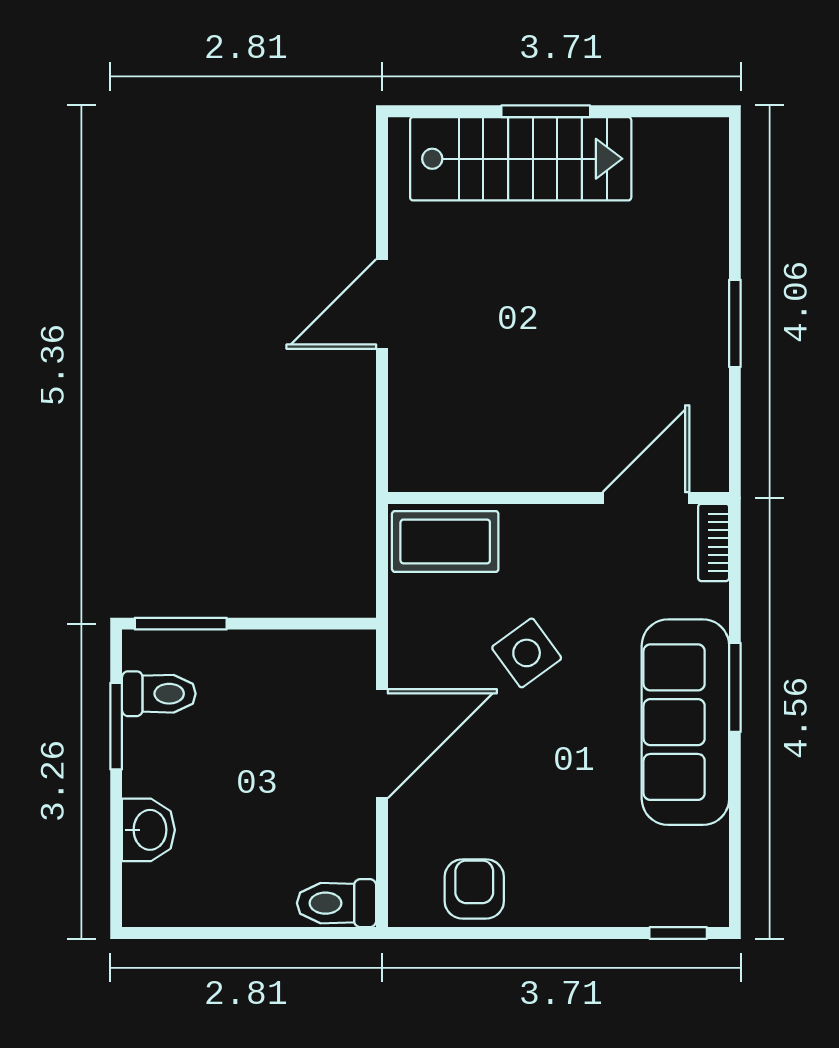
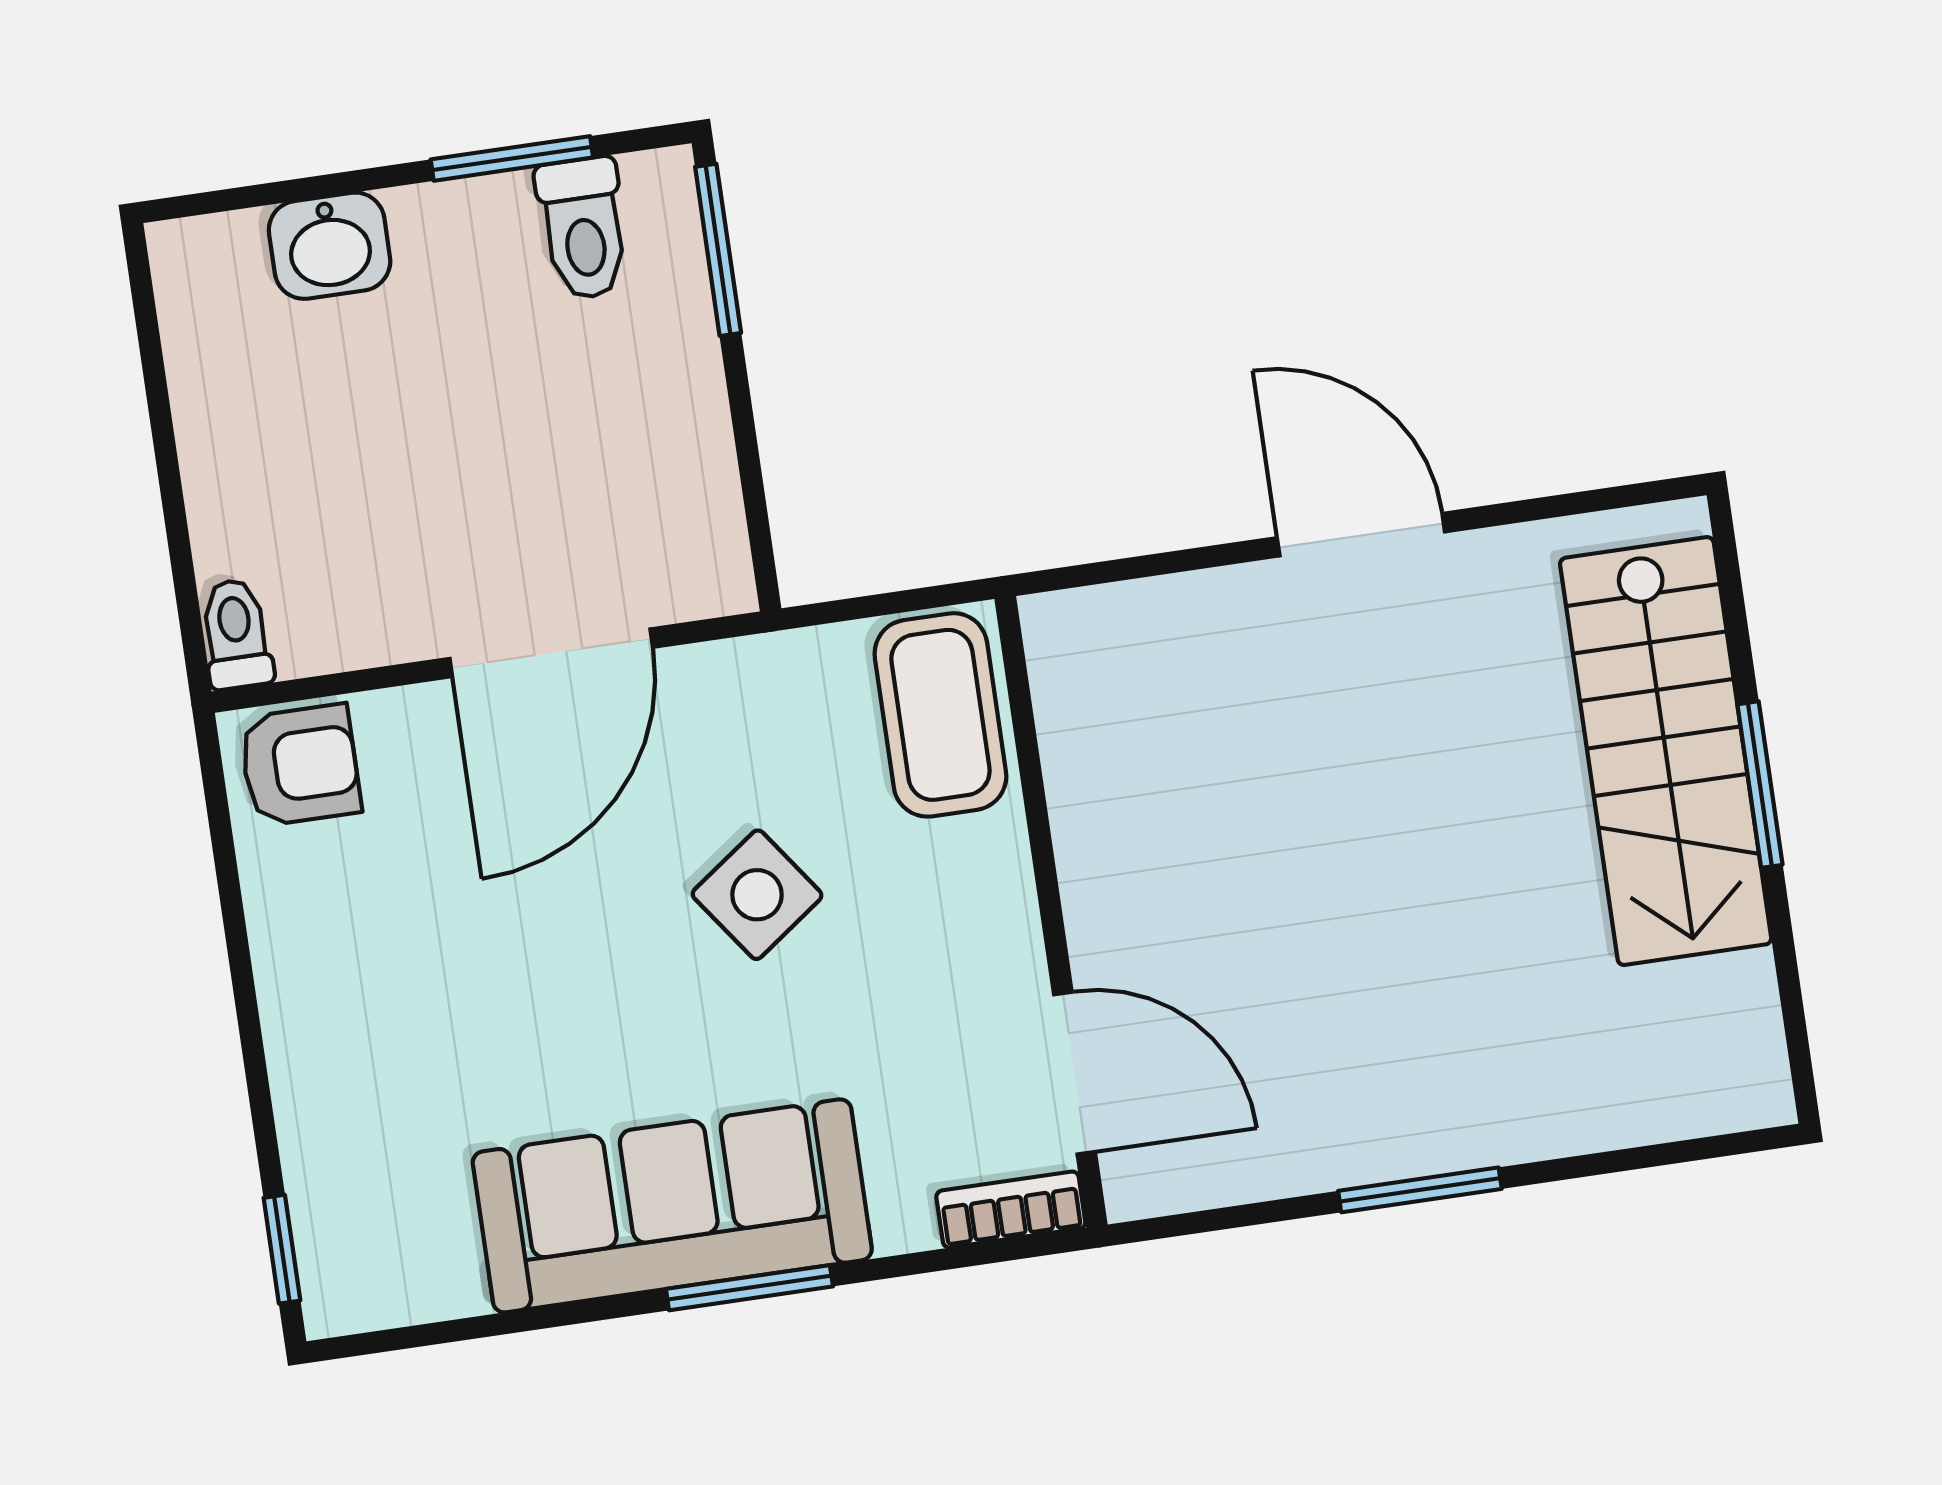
door: (382, 744) -> (551, 653), hinge flipped
armchair: (474, 889) -> (300, 765), moved
toilet: (337, 903) -> (236, 634), width x0.73, depth x0.72

